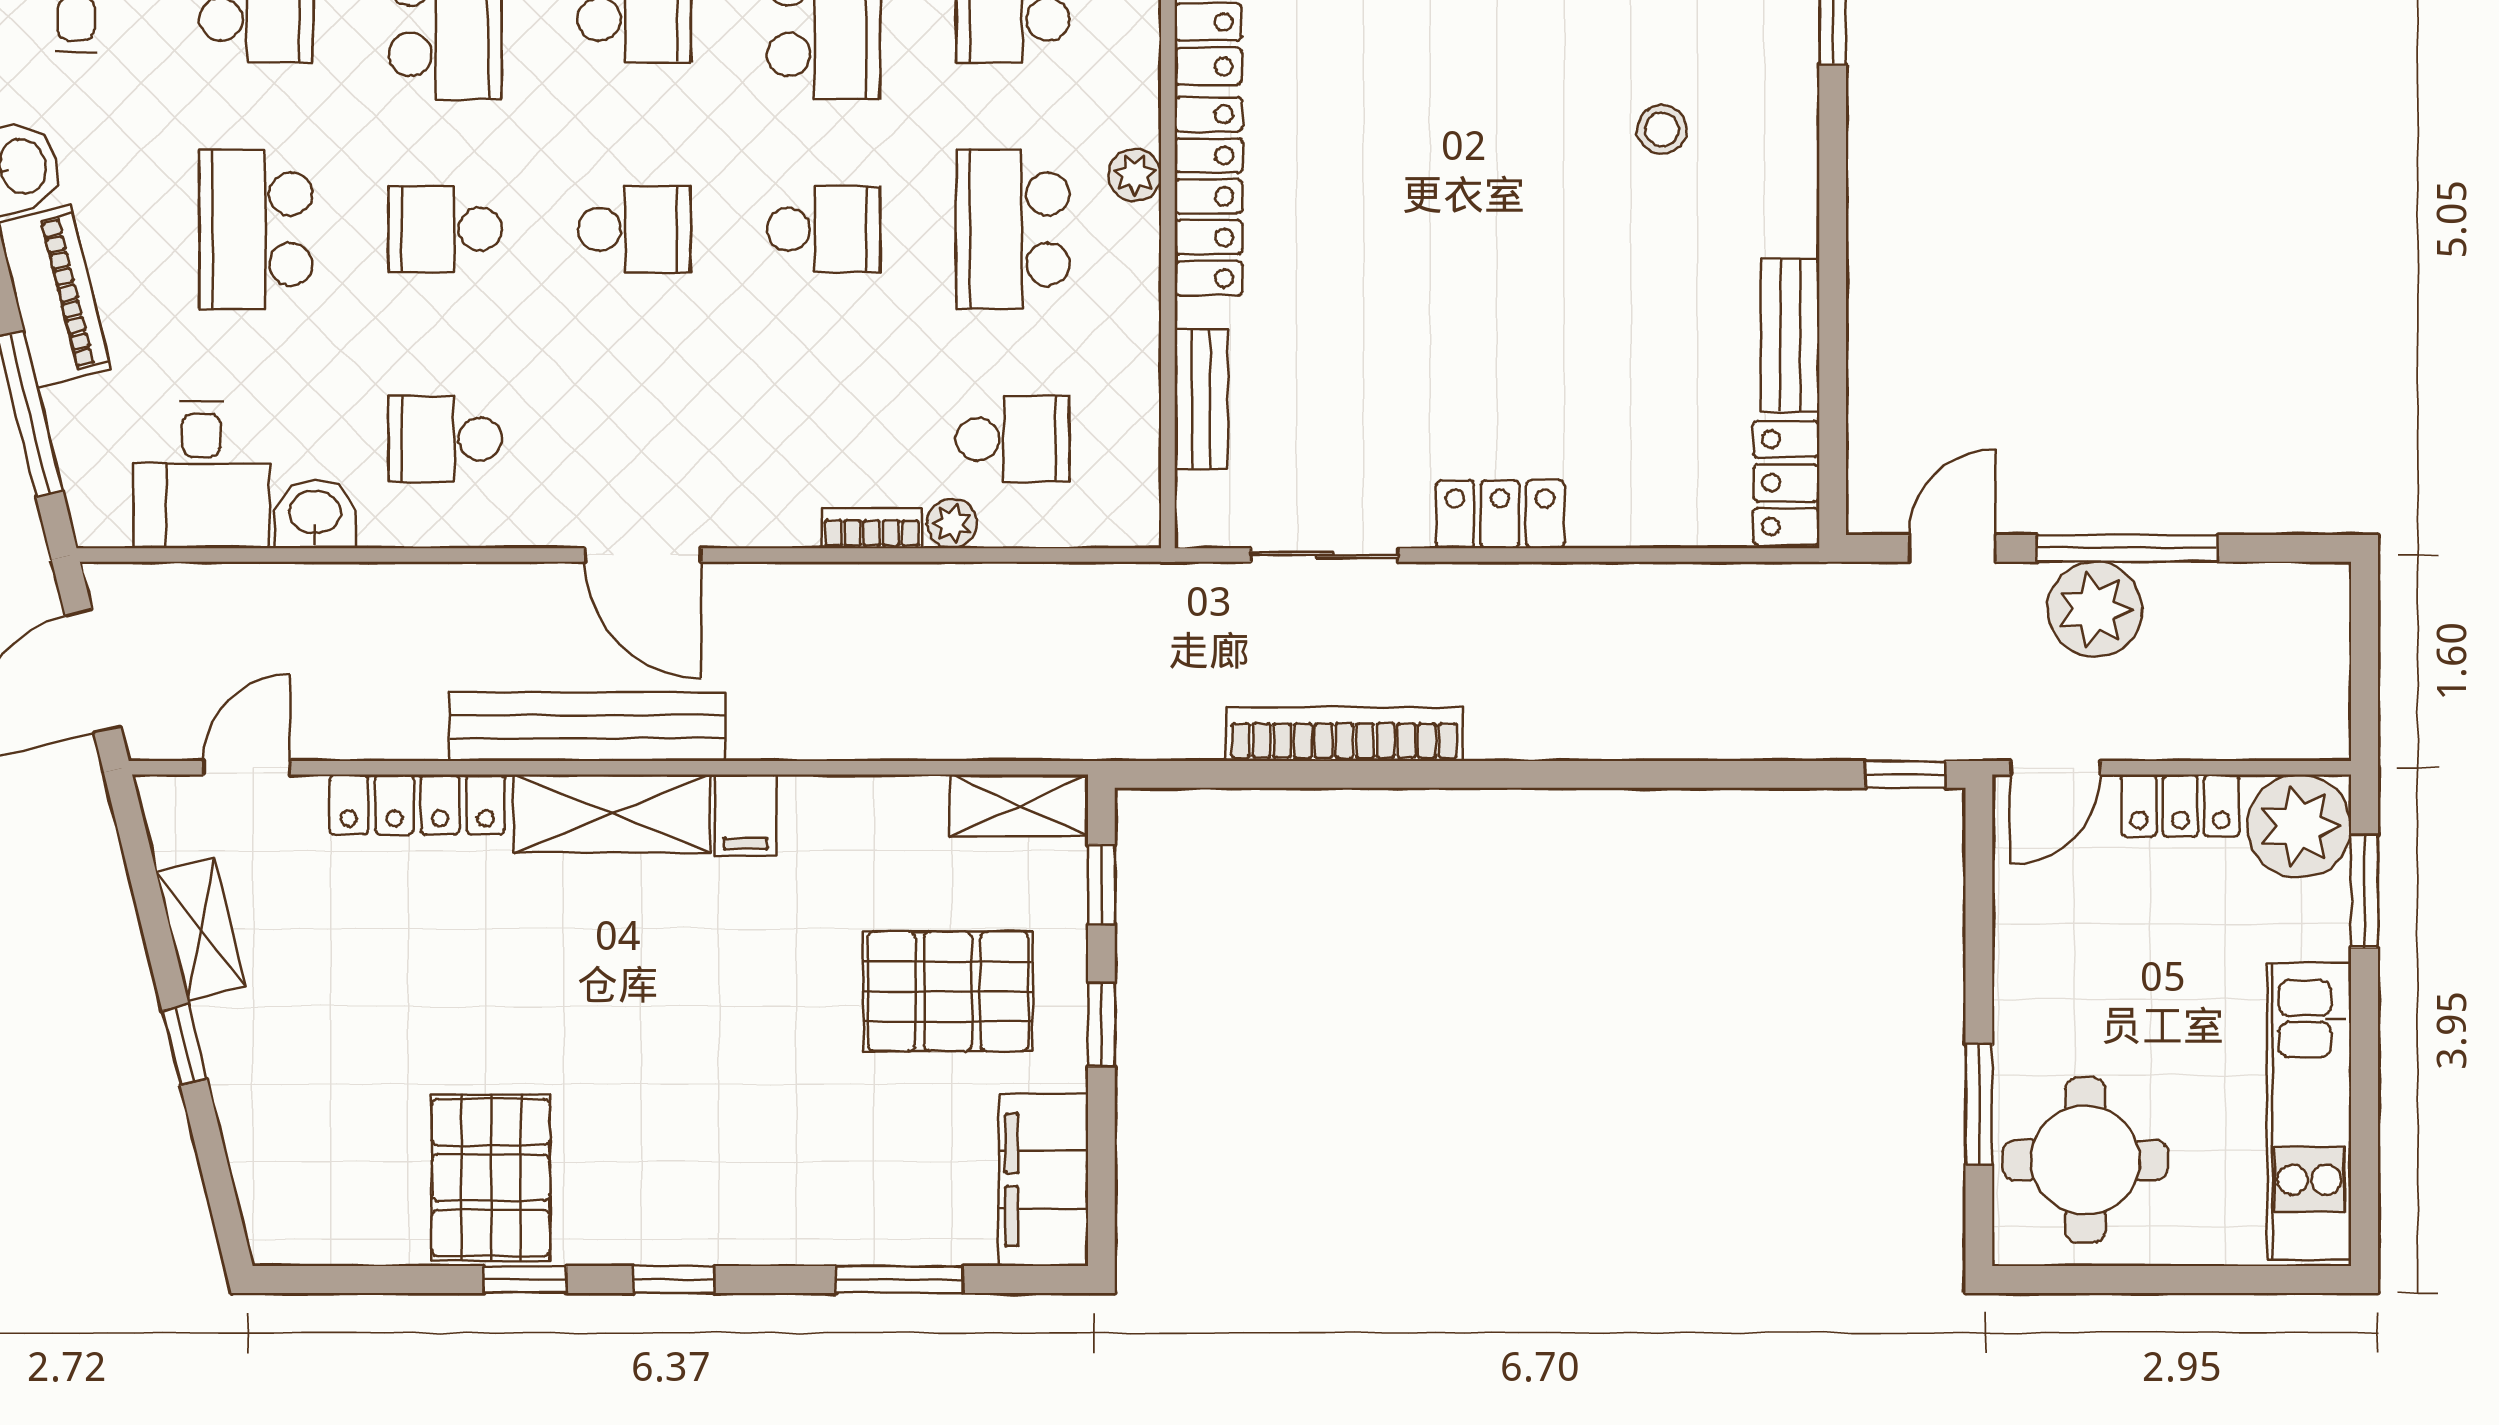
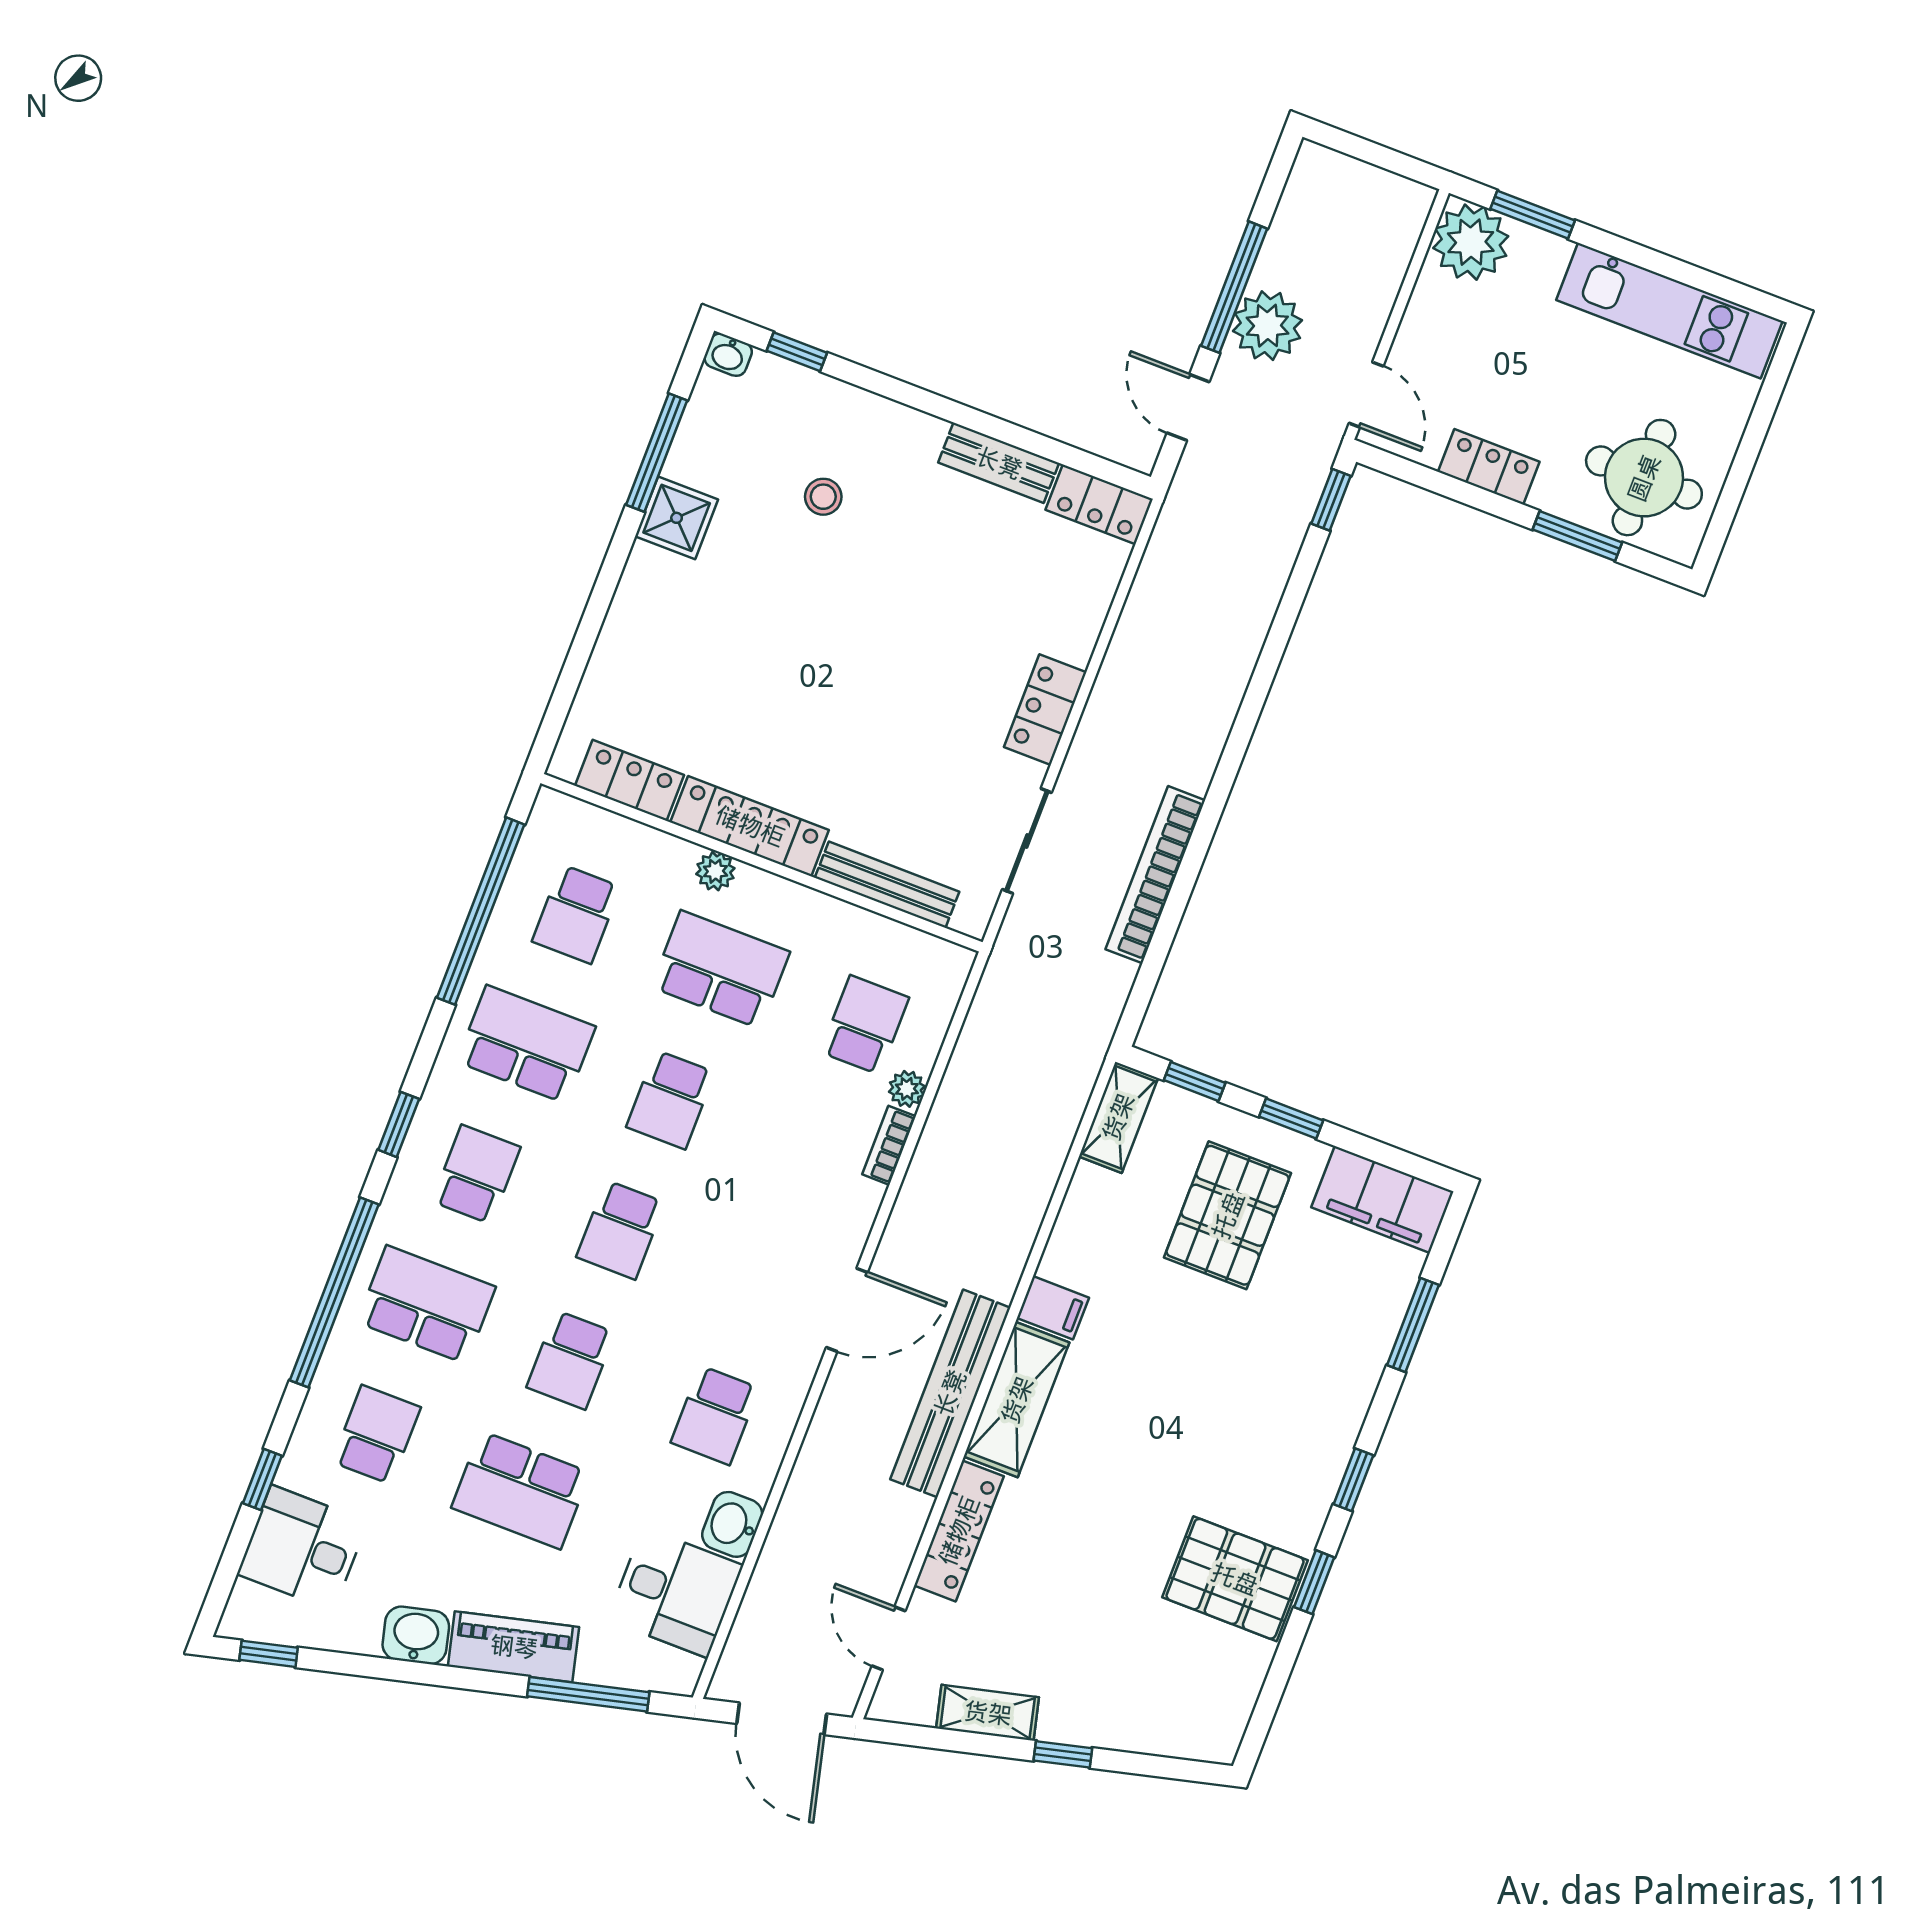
school desk: (634, 229) -> (621, 1230), turned 180
school desk: (823, 229) -> (671, 1100), turned 180
school desk: (1013, 229) -> (721, 969), turned 180
bench: (1201, 399) -> (887, 885), width x1.36
locker: (2180, 806) -> (1489, 467), moved, turned -90

